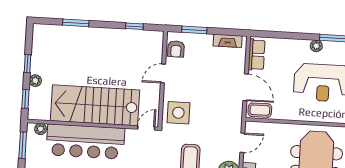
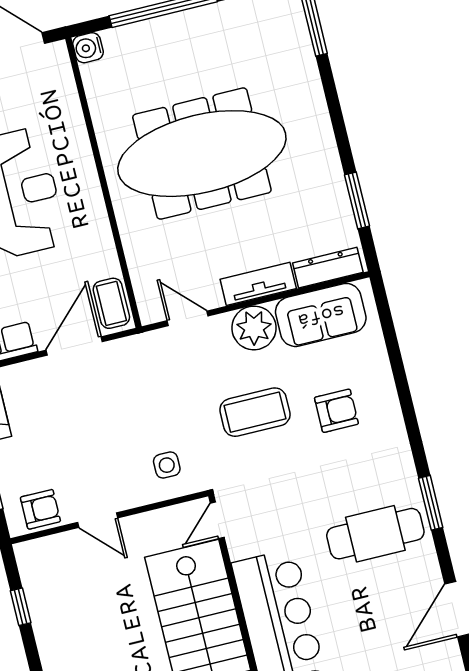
side table: (178, 113) -> (167, 465), width x0.54, depth x0.54
door: (146, 128) -> (217, 520), hinge flipped

